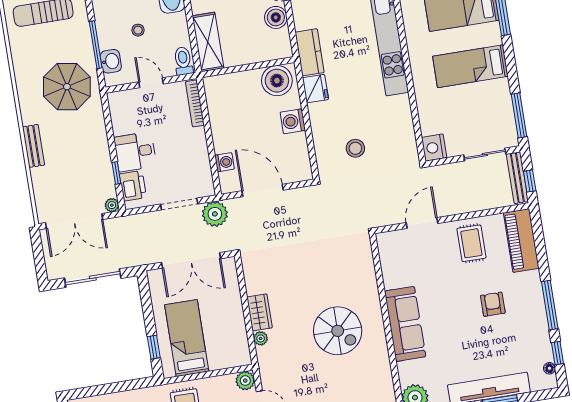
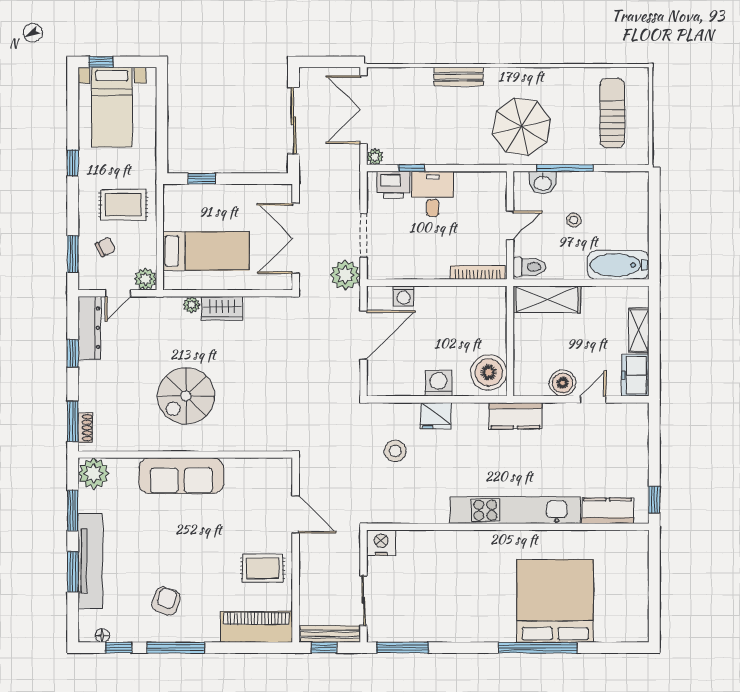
bed: (470, 66) -> (469, 600), removed
fridge: (315, 89) -> (436, 416), moved
armchair: (493, 304) -> (166, 601), moved, turned -71
bed: (187, 338) -> (206, 251), moved

